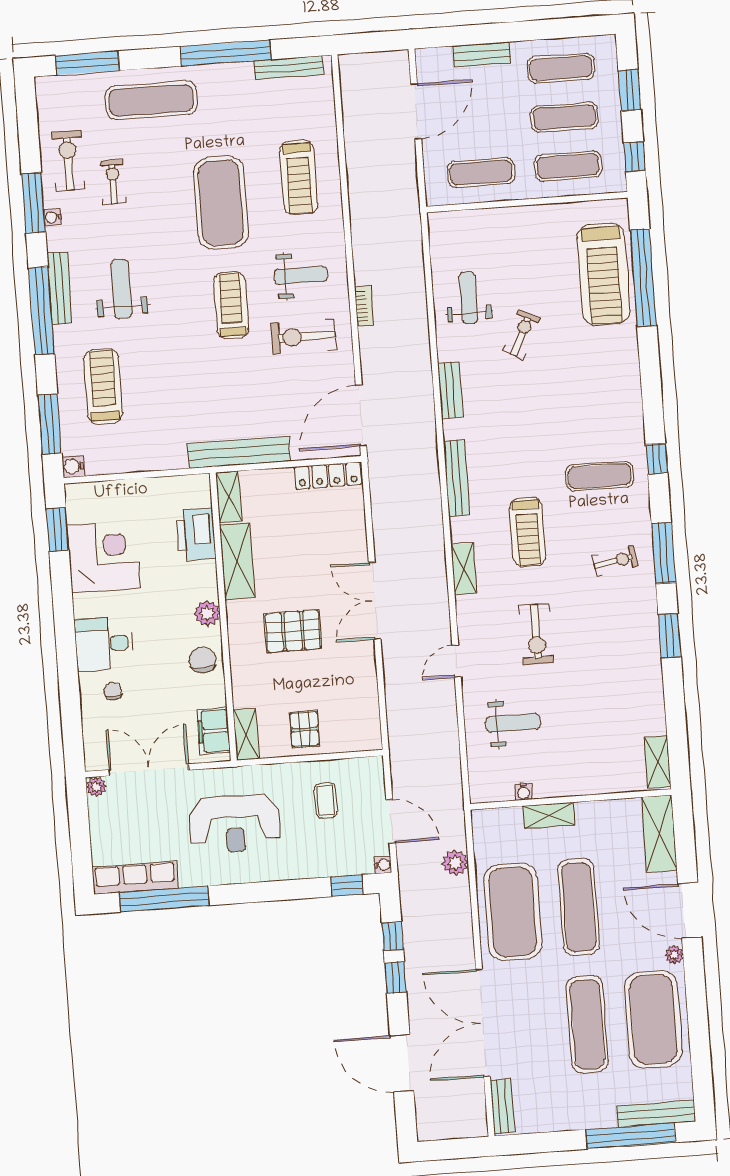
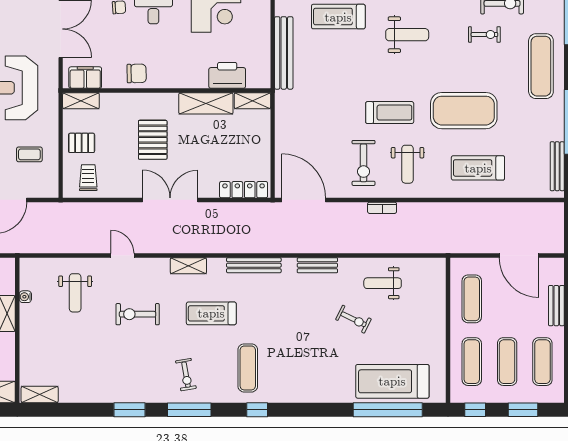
weight bench: (468, 298) -> (383, 283), turned 180
exercise bike: (304, 336) -> (364, 163), turned 180
treadmill: (103, 386) -> (338, 17), turned 180
bench: (239, 452) -> (284, 53), moved
locker: (328, 476) -> (244, 190), moved, turned 90
plant: (207, 613) -> (170, 79), removed
trolley: (352, 717) -> (88, 178), added

